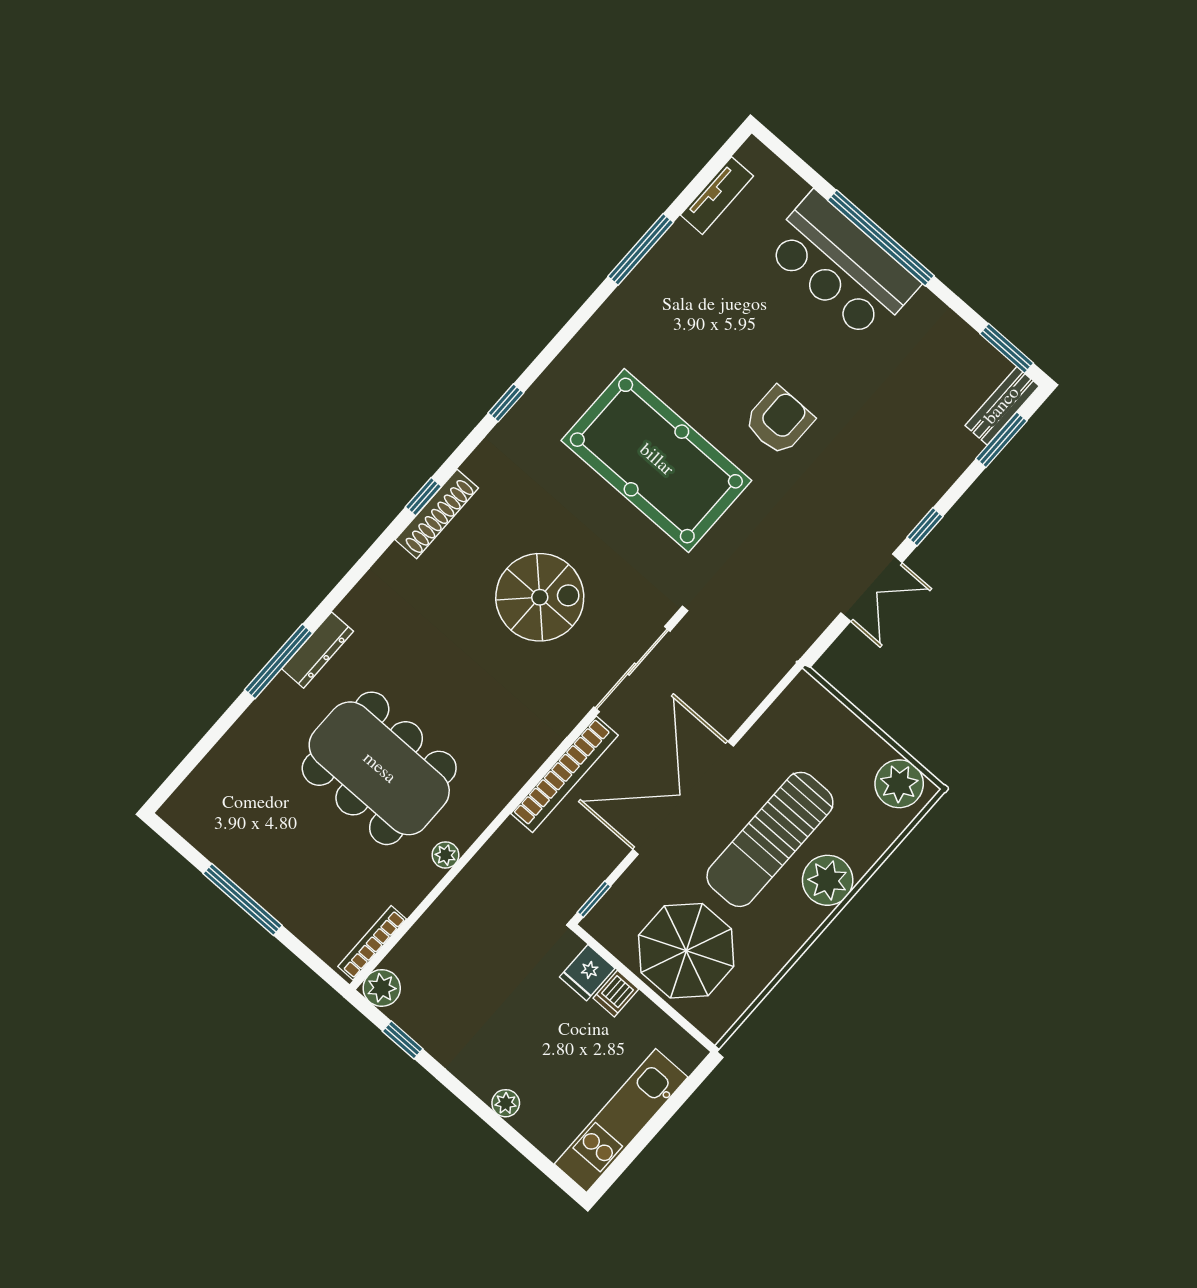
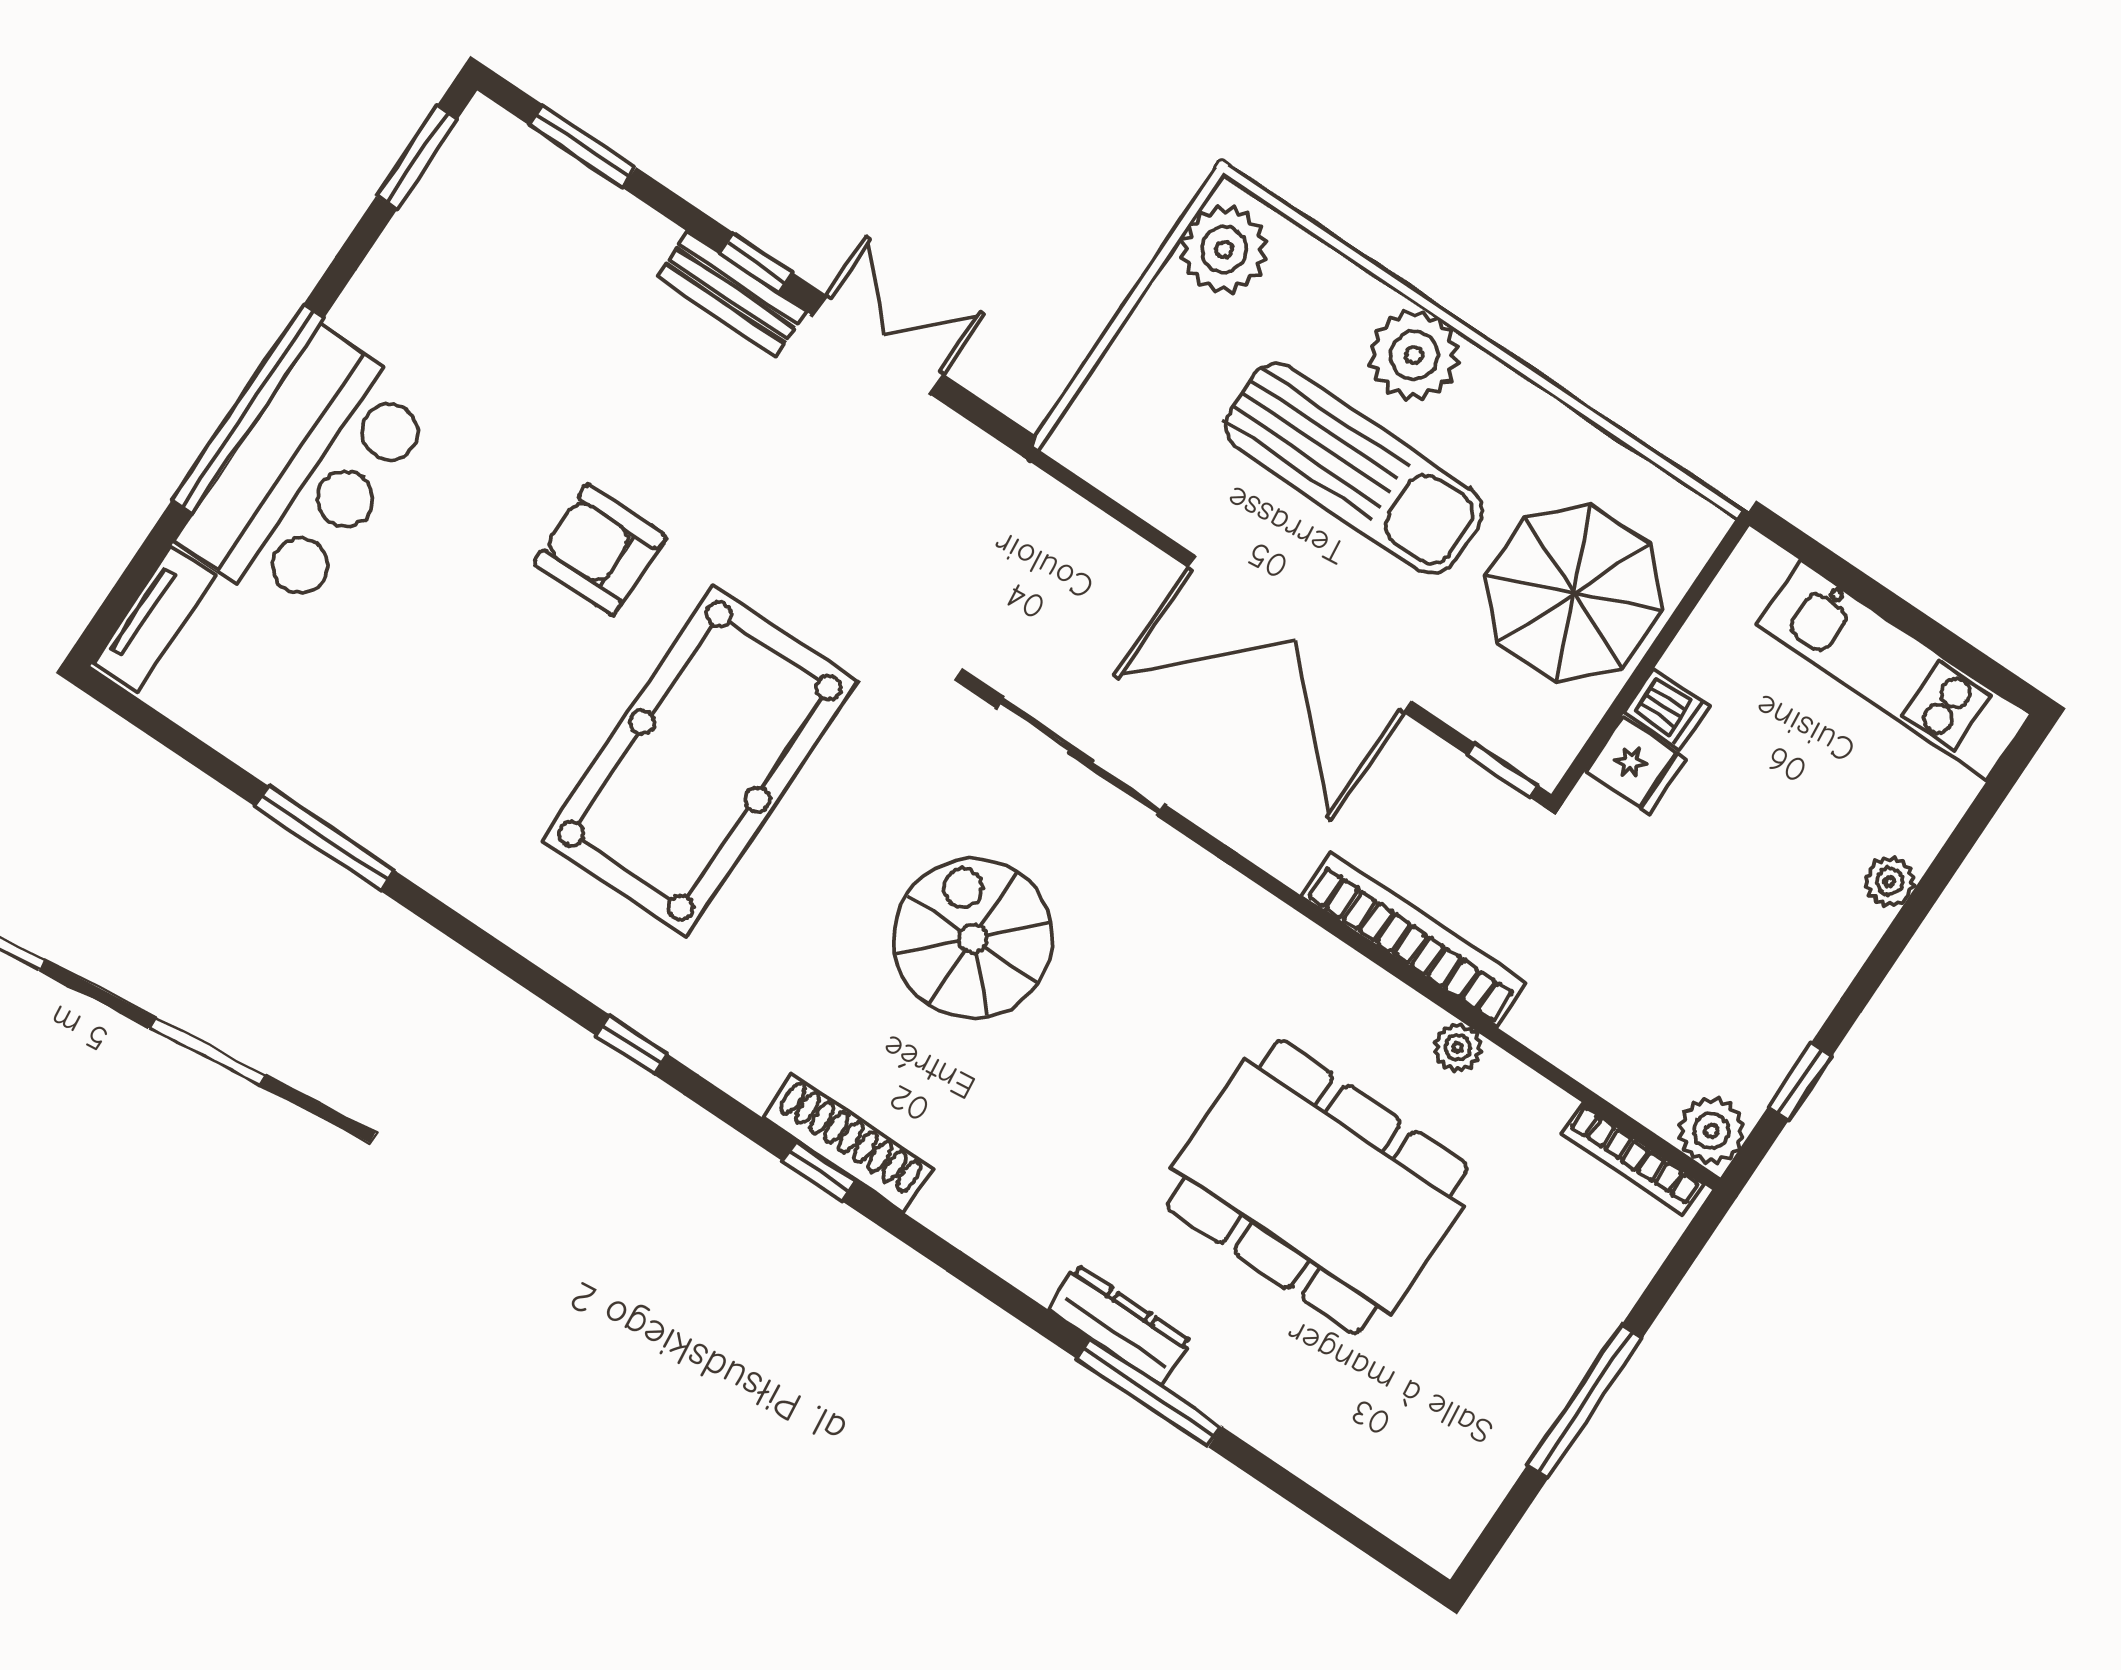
tv unit: (717, 196) -> (154, 619), moved, turned 90
bench: (1002, 406) -> (732, 294), moved
dining table: (379, 768) -> (1317, 1187), turned 90
bookcase: (564, 774) -> (1414, 939), moved

